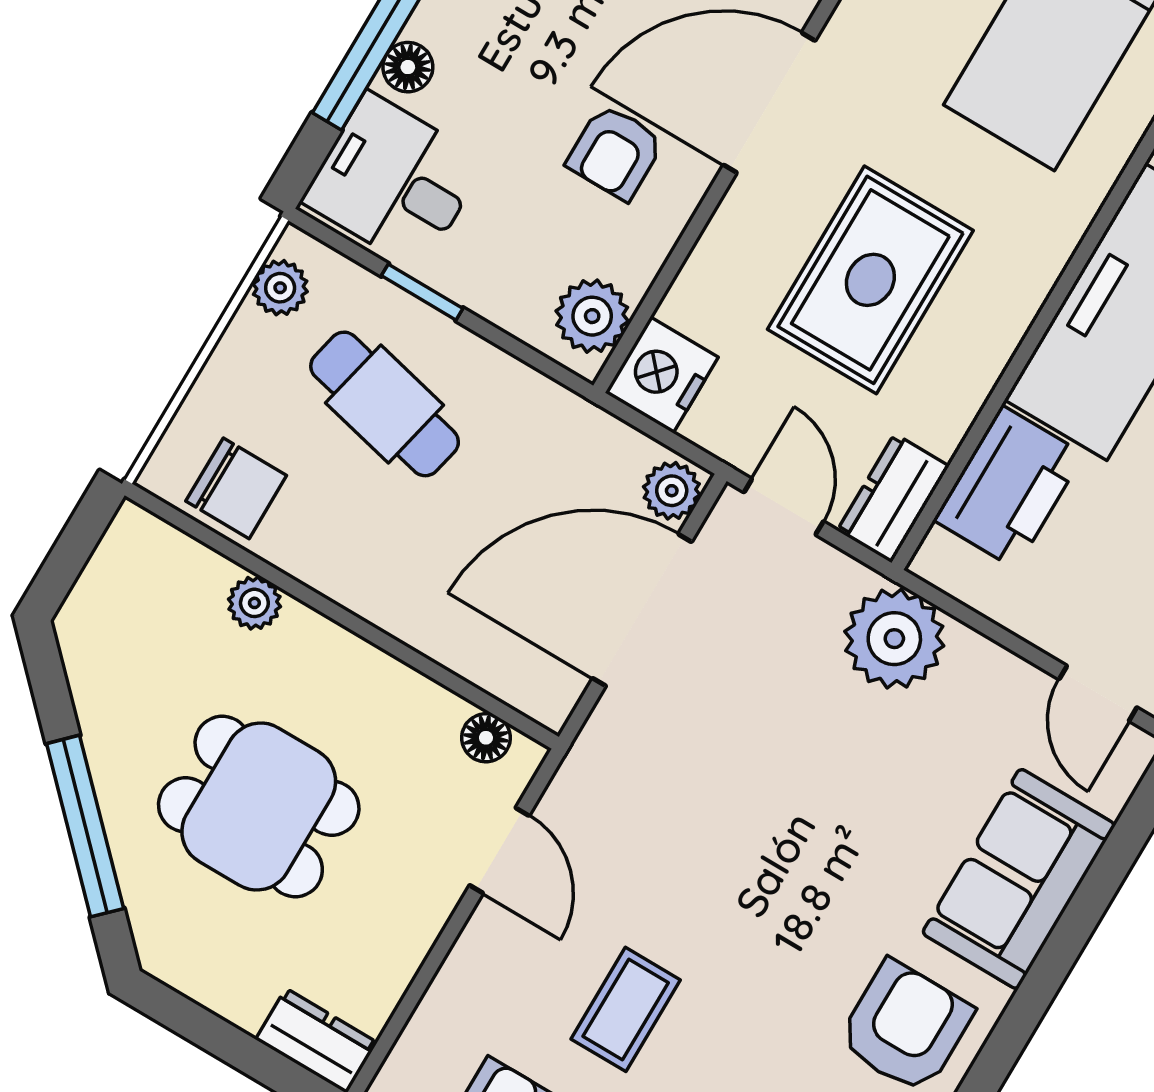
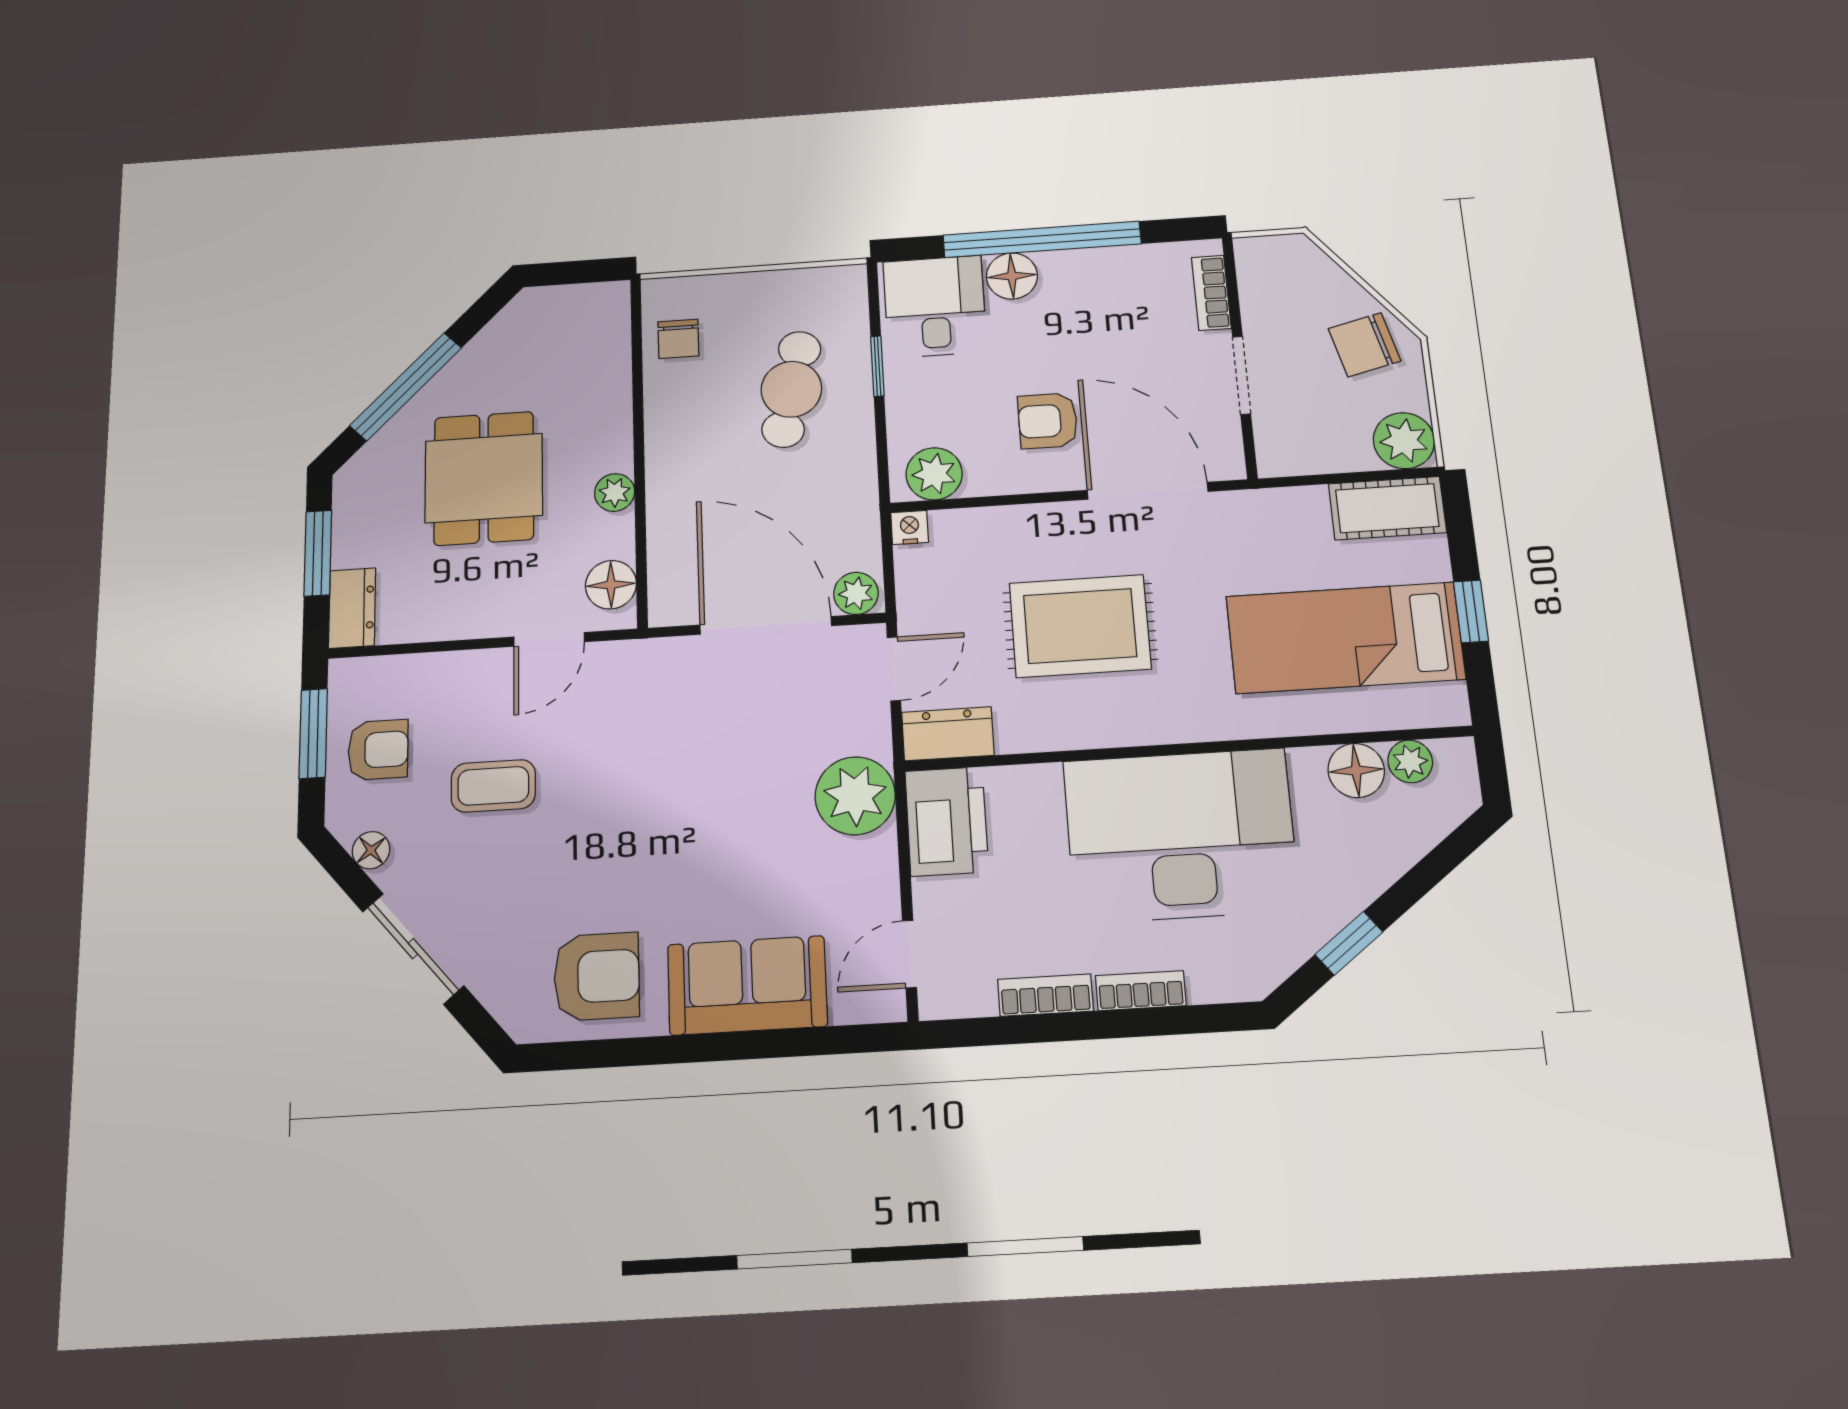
floor lamp: (408, 67) -> (1012, 276), width x1.37, depth x1.37
plant: (280, 288) -> (822, 285), removed
nightstand: (662, 375) -> (910, 528), width x0.53, depth x0.56
printer: (1009, 487) -> (947, 821), moved, turned -90
chair: (236, 488) -> (678, 339), width x0.73, depth x0.73
plant: (254, 603) -> (615, 492), moved
floor lamp: (486, 738) -> (611, 585), width x1.37, depth x1.37
window: (224, 1041) -> (318, 553), added

